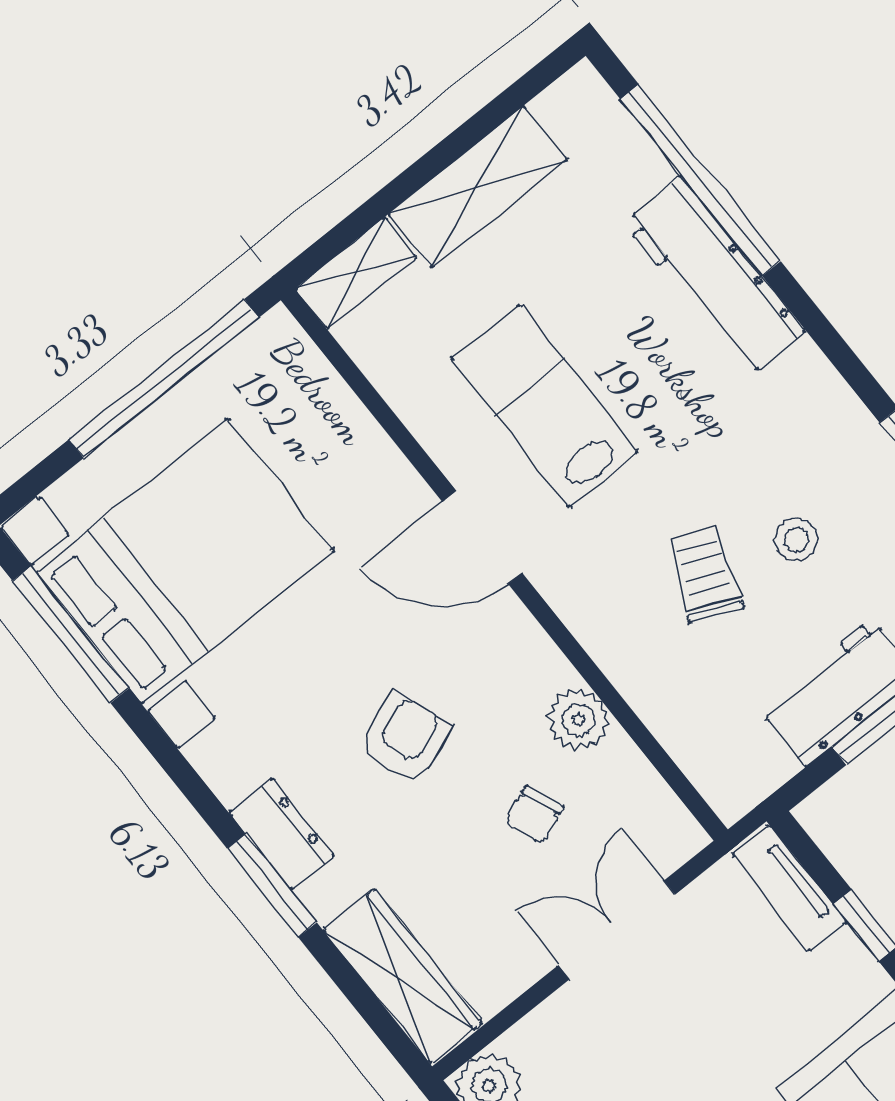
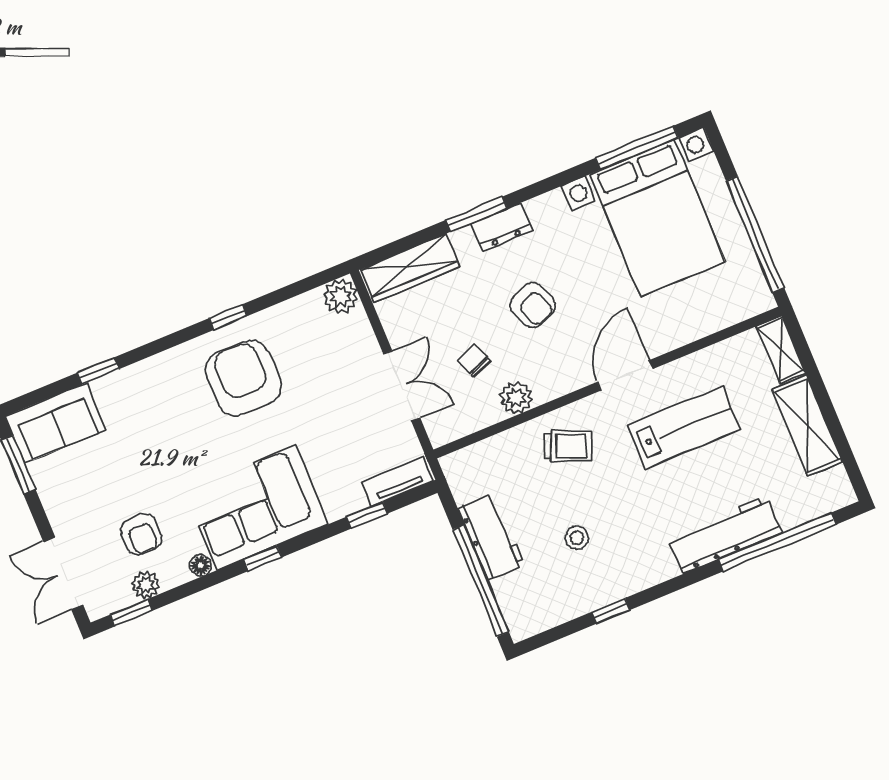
trolley: (705, 573) -> (568, 446), moved

